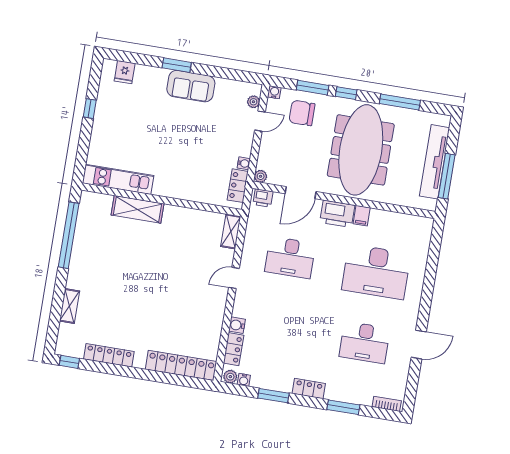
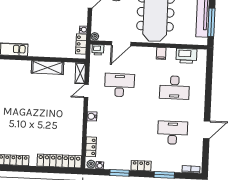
shelving: (137, 209) -> (48, 68), moved
printer: (337, 214) -> (187, 56), moved
desk: (290, 258) -> (119, 85), turned 180
desk: (376, 272) -> (175, 87), width x0.73, depth x0.77
door: (234, 278) -> (86, 91), moved
water cooler: (237, 325) -> (92, 116), moved
desk: (365, 342) -> (173, 133), turned 180

